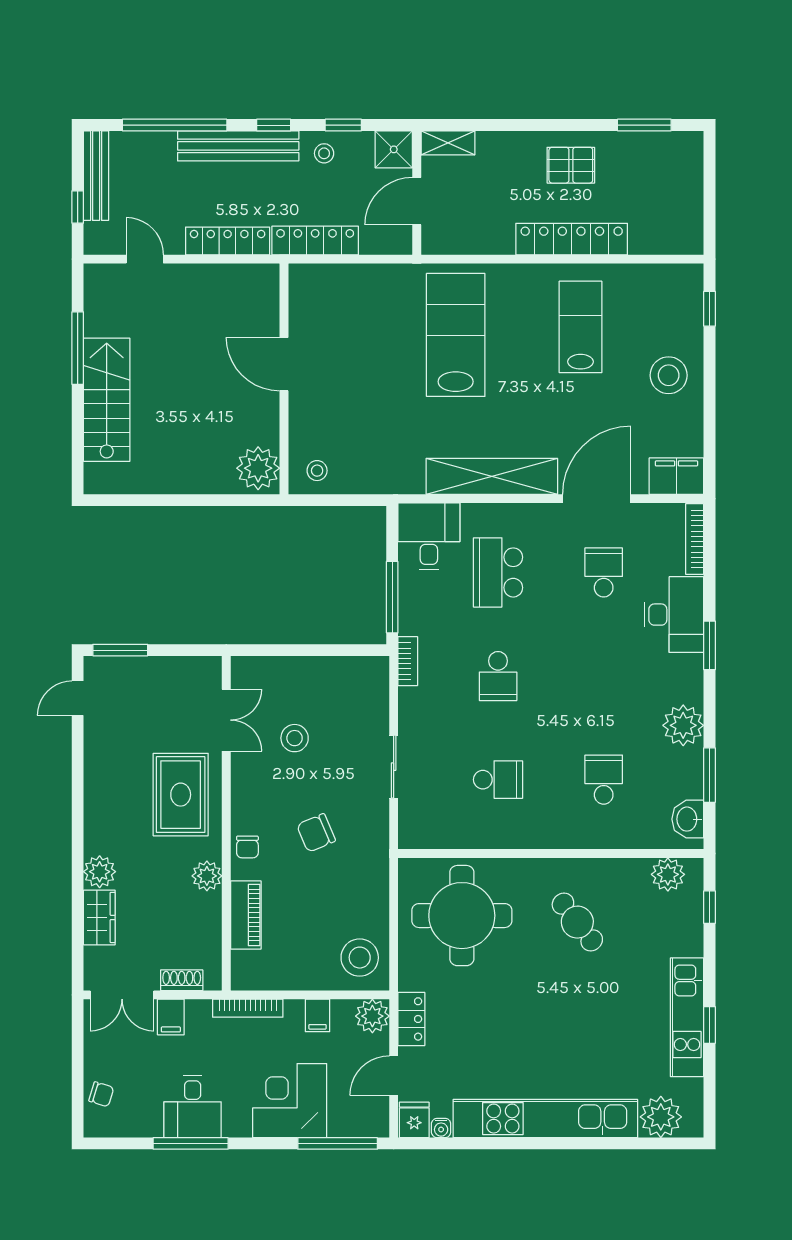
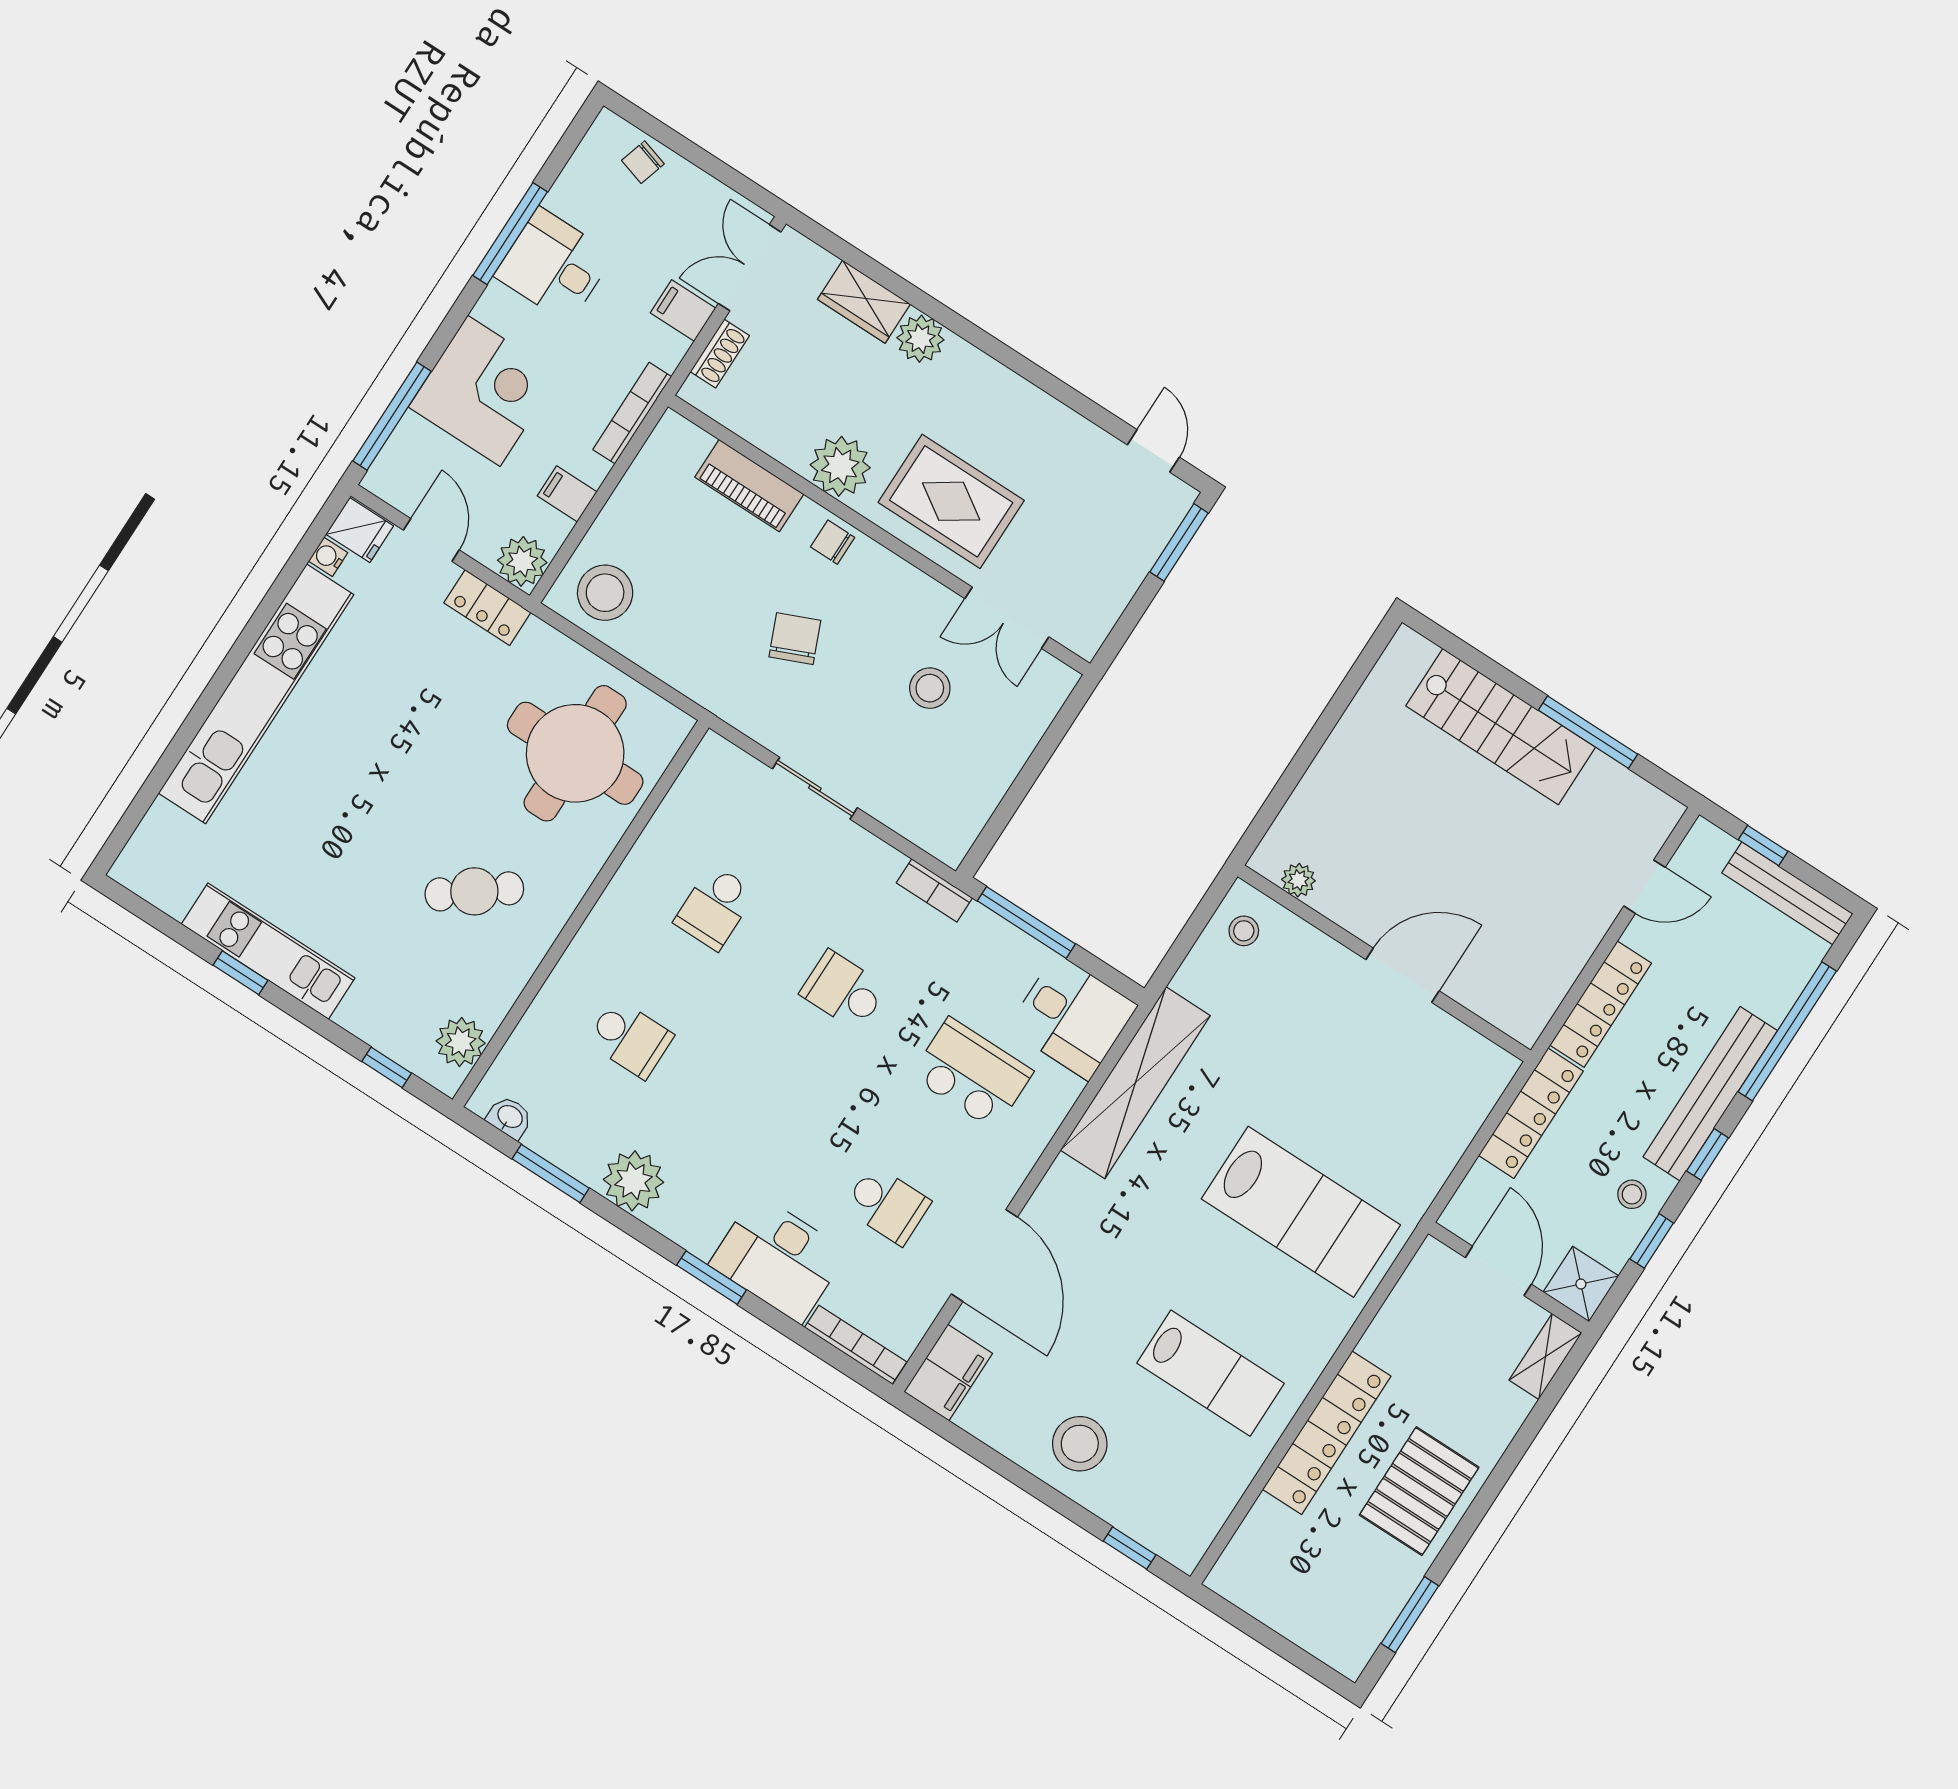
pallet: (571, 165) -> (1419, 1491), width x1.50, depth x1.42
plant: (258, 468) -> (1298, 880), width x0.53, depth x0.53
shelving: (492, 476) -> (1135, 1083), moved
washbasin: (688, 819) -> (510, 1117), width x0.72, depth x0.69
plant: (207, 876) -> (840, 466), width x1.36, depth x1.36
plant: (661, 1117) -> (165, 838), removed

